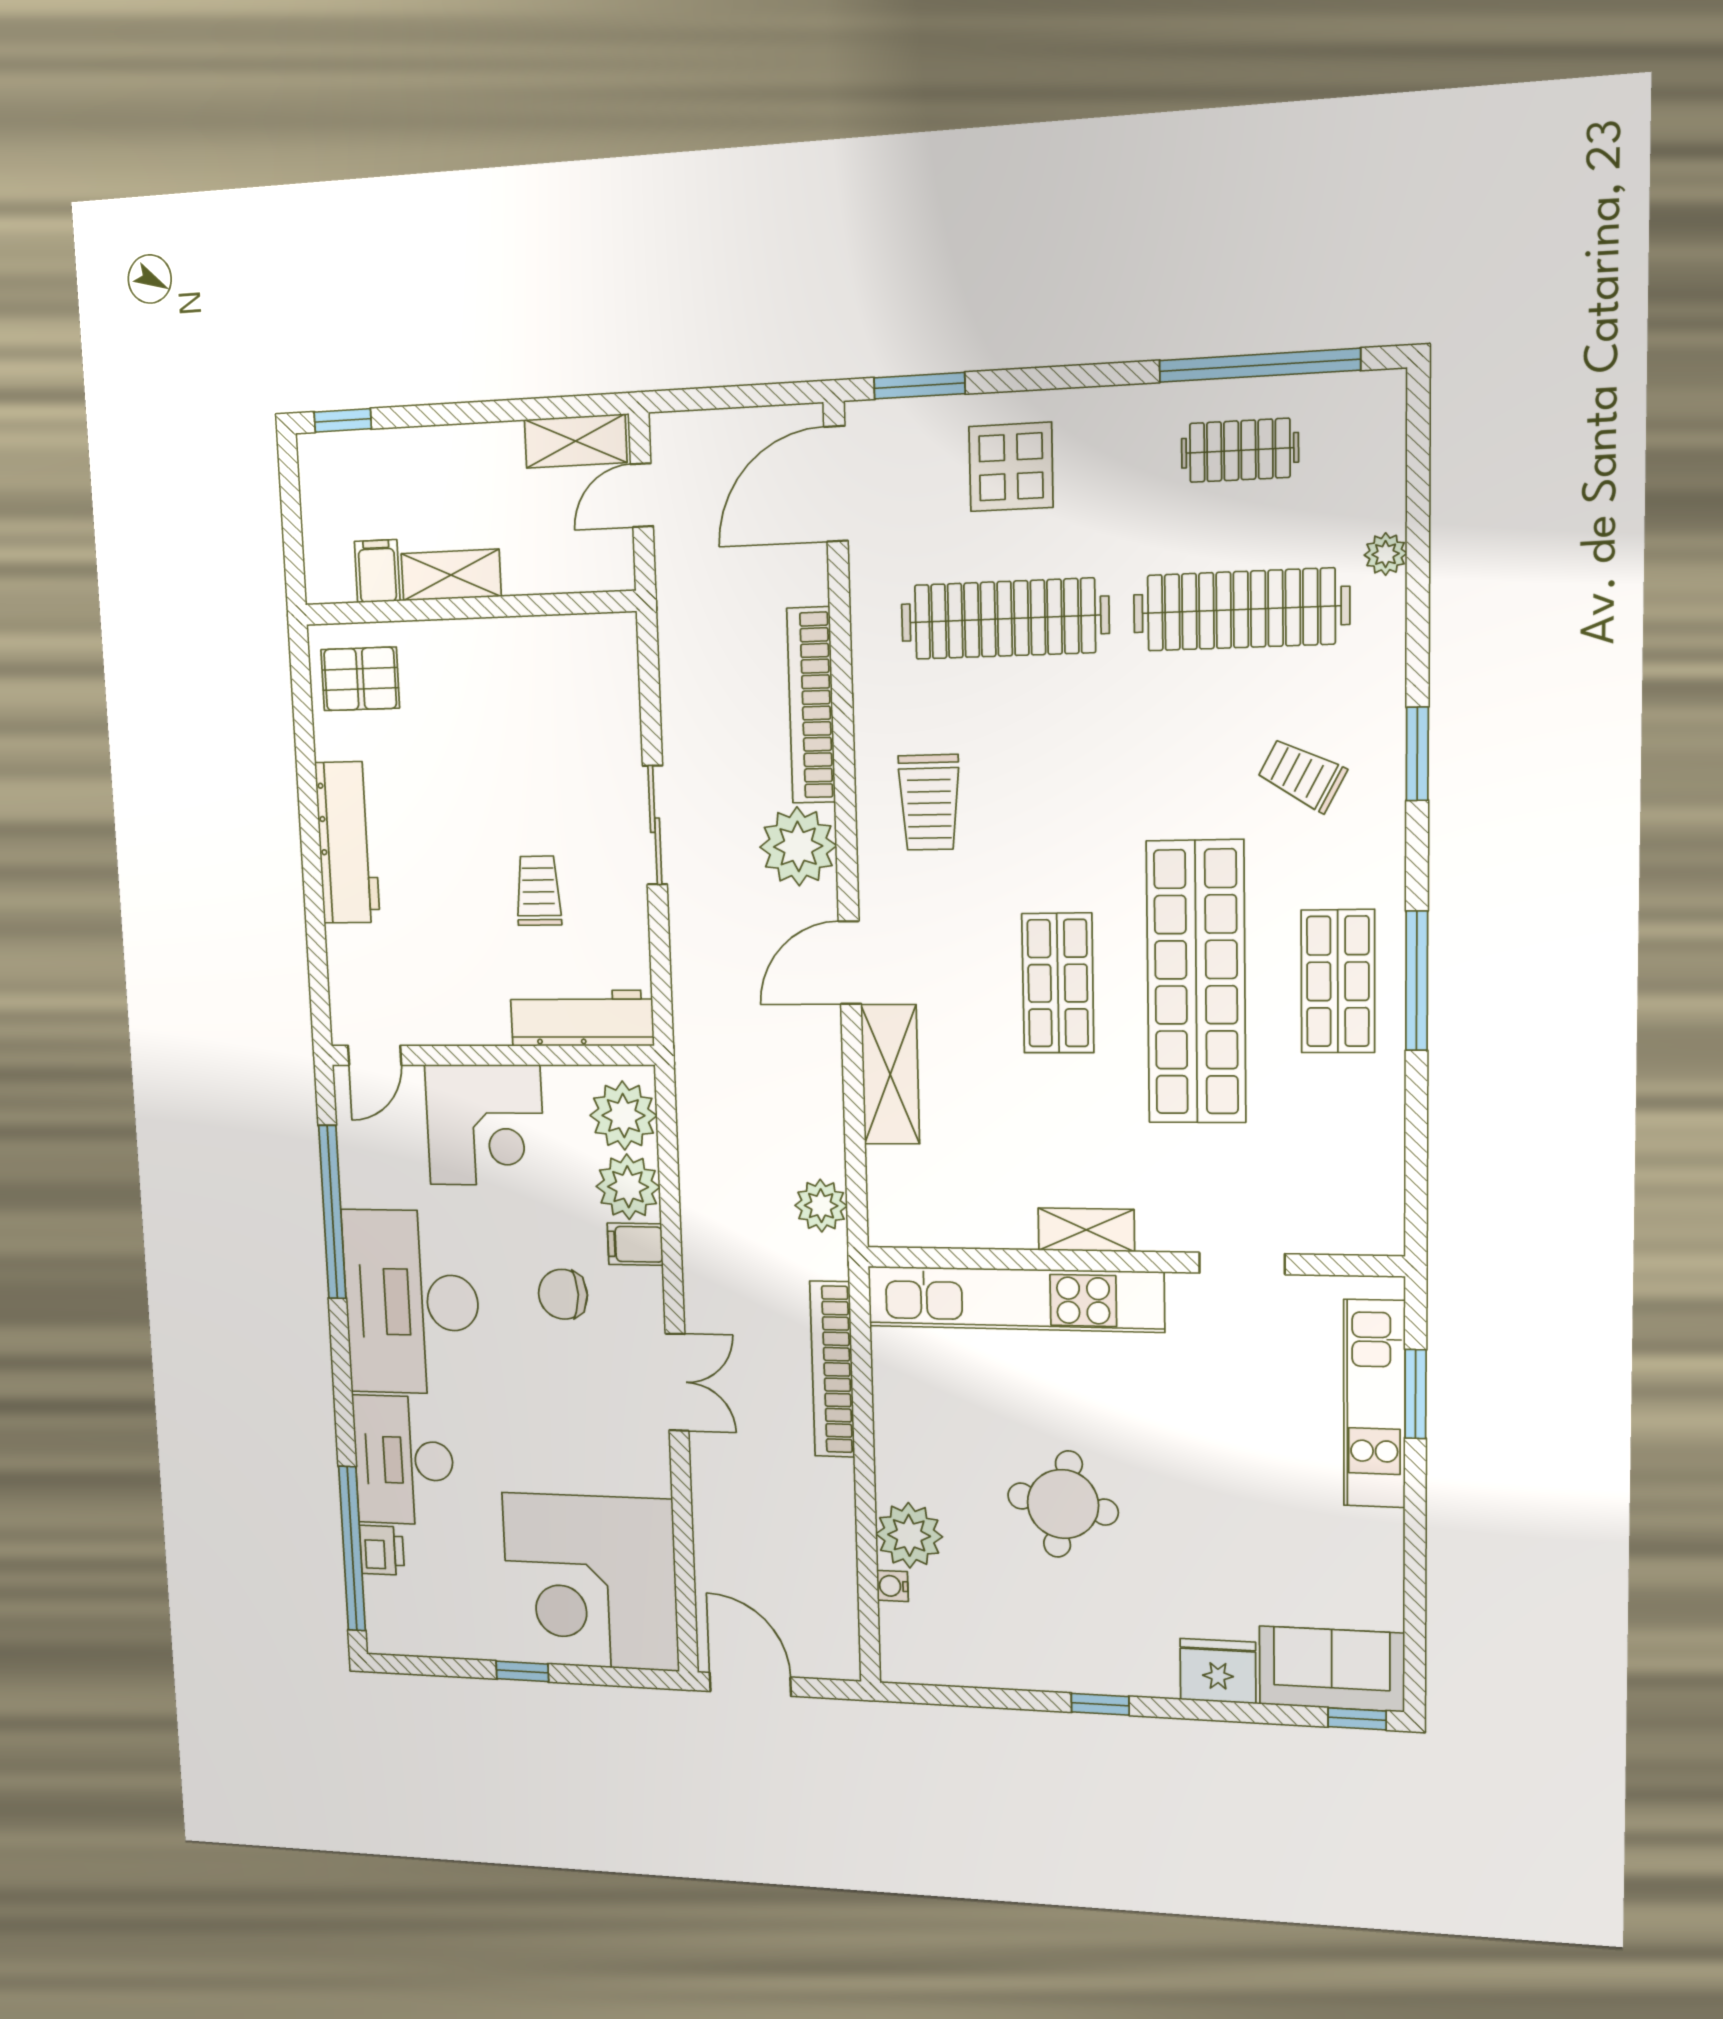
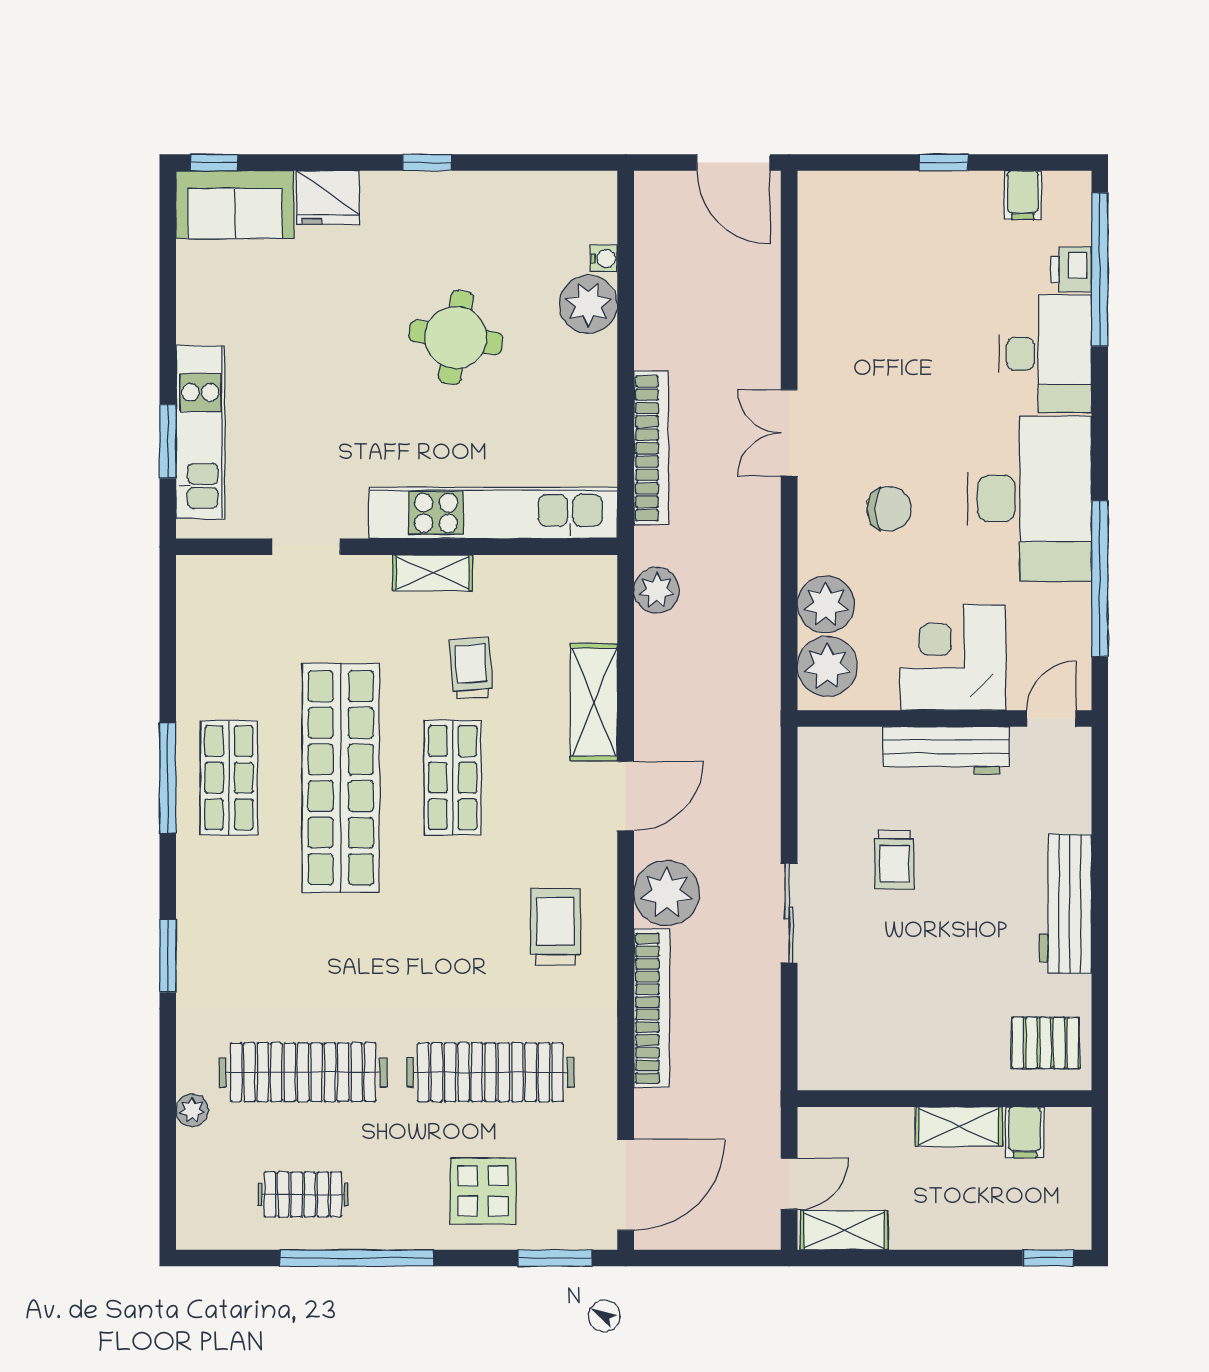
window: (1259, 365) -> (357, 1258), moved
trolley: (1302, 775) -> (471, 668), moved, turned -122
workbench: (582, 1018) -> (946, 750), moved
filing cabinet: (635, 1244) -> (1023, 195), moved, turned 90
corner desk: (590, 1582) -> (876, 249), removed

